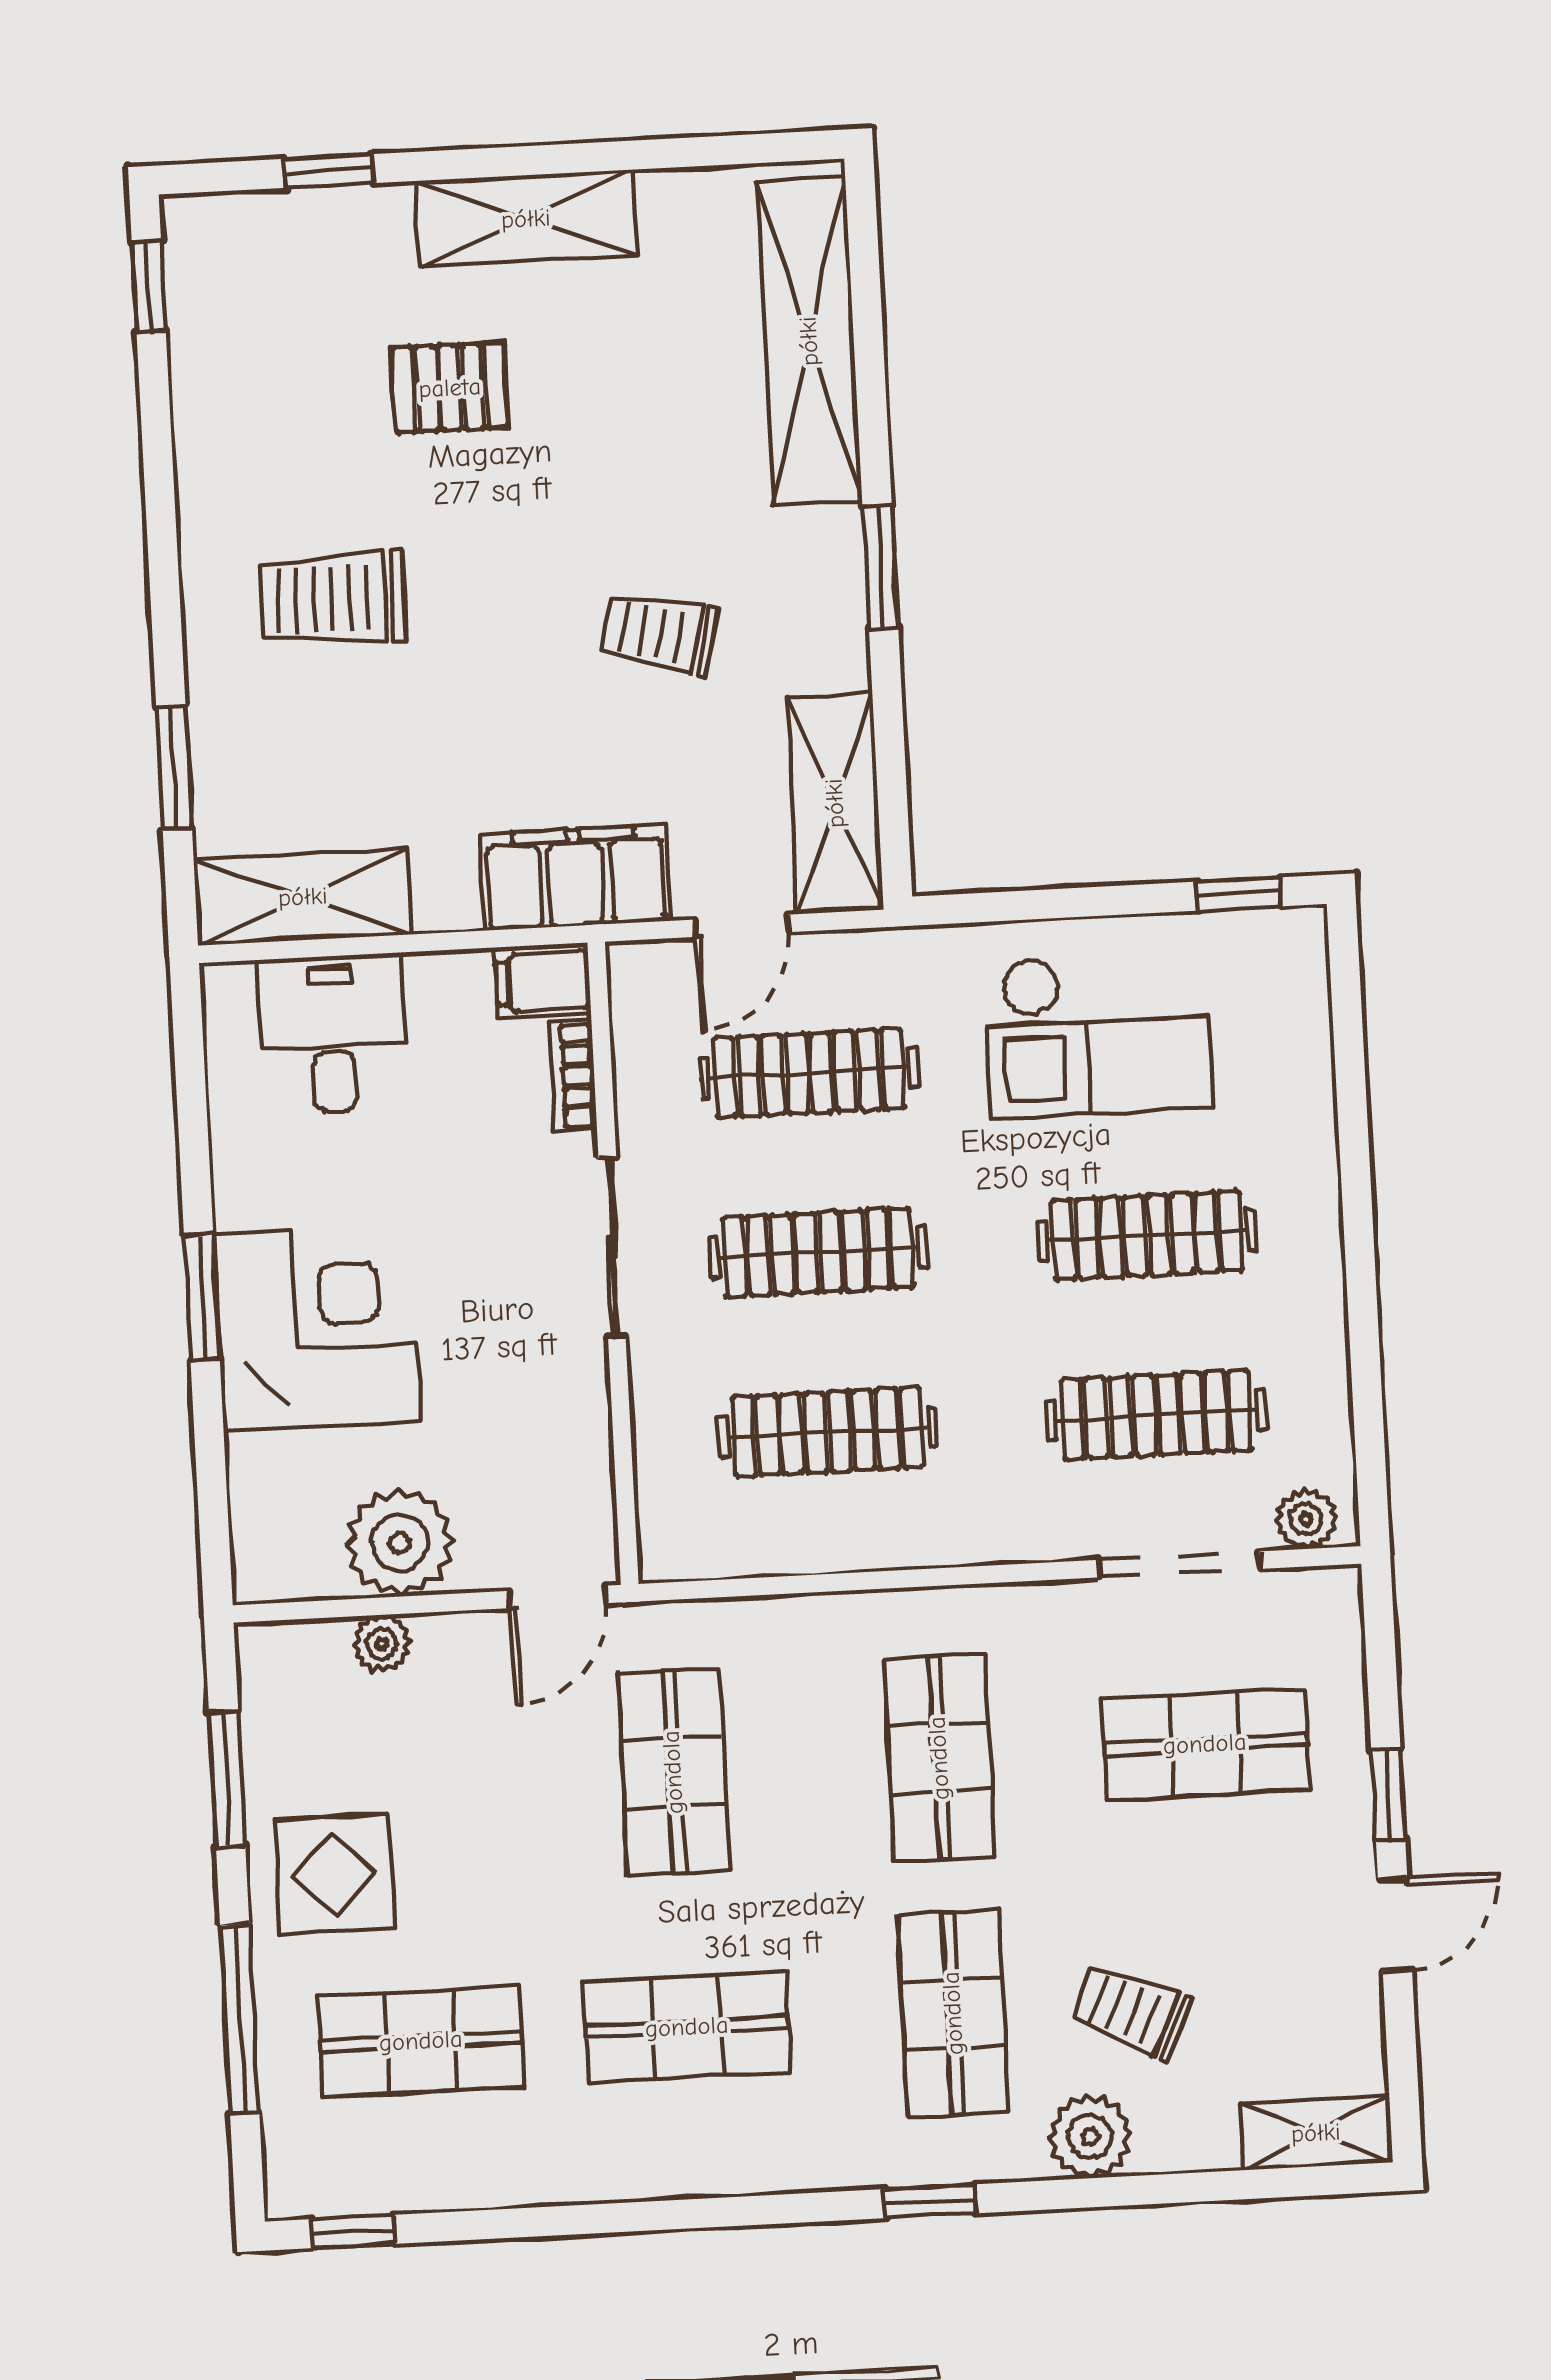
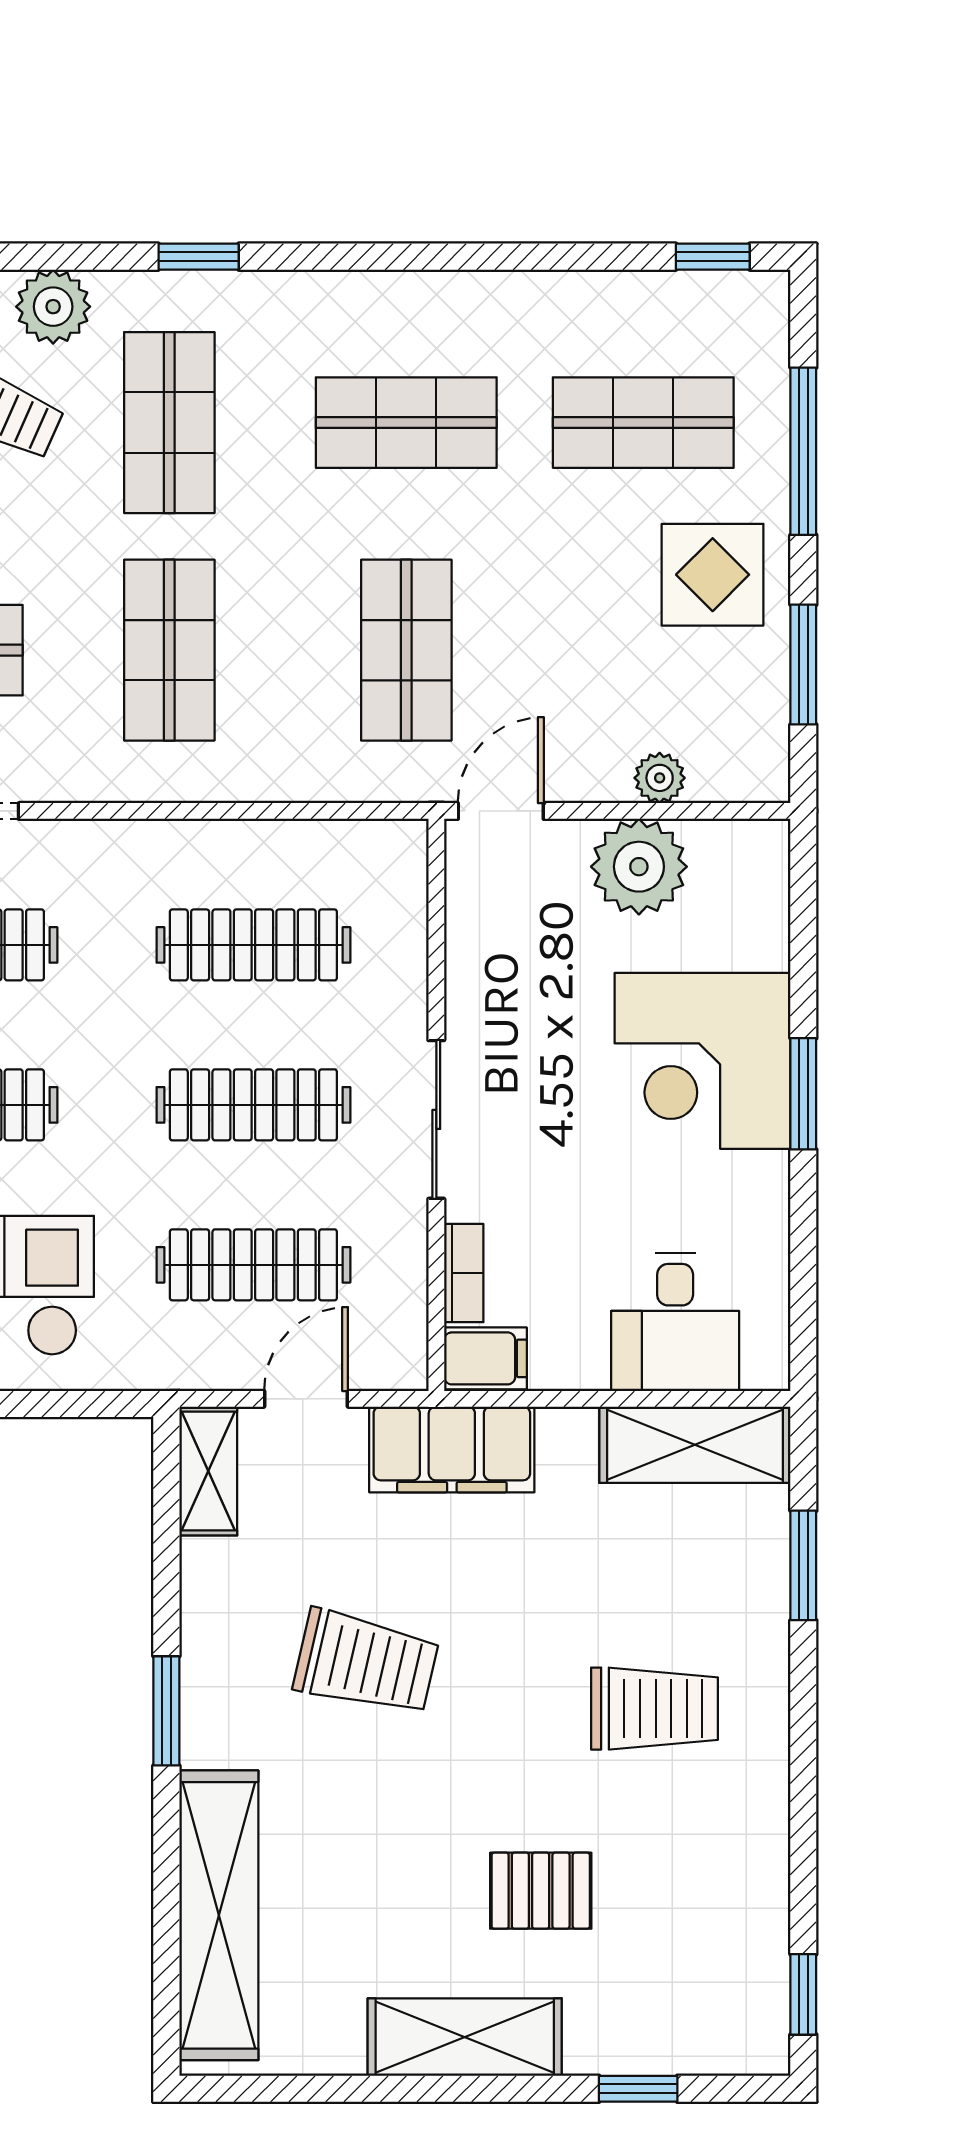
trolley: (659, 633) -> (366, 1663), width x1.36, depth x1.39
shelving: (835, 803) -> (208, 1471), width x0.67, depth x0.75

